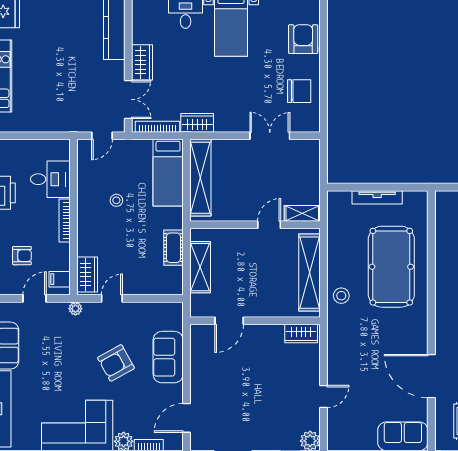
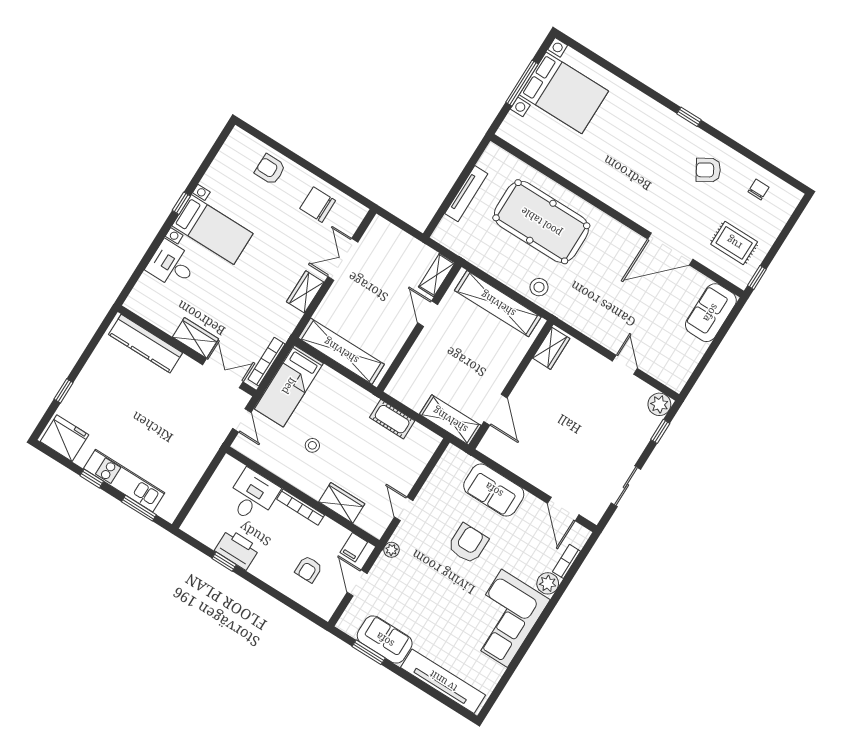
armchair: (303, 39) -> (270, 169), width x0.72, depth x0.72
chair: (299, 91) -> (318, 205), turned -90
wardrobe: (197, 123) -> (305, 292), moved
bed: (168, 173) -> (289, 386), moved, turned 90
armchair: (22, 256) -> (309, 569), turned 180
shelving: (200, 267) -> (450, 420), moved
wardrobe: (87, 274) -> (342, 503), moved
armchair: (116, 363) -> (468, 544), turned -151

